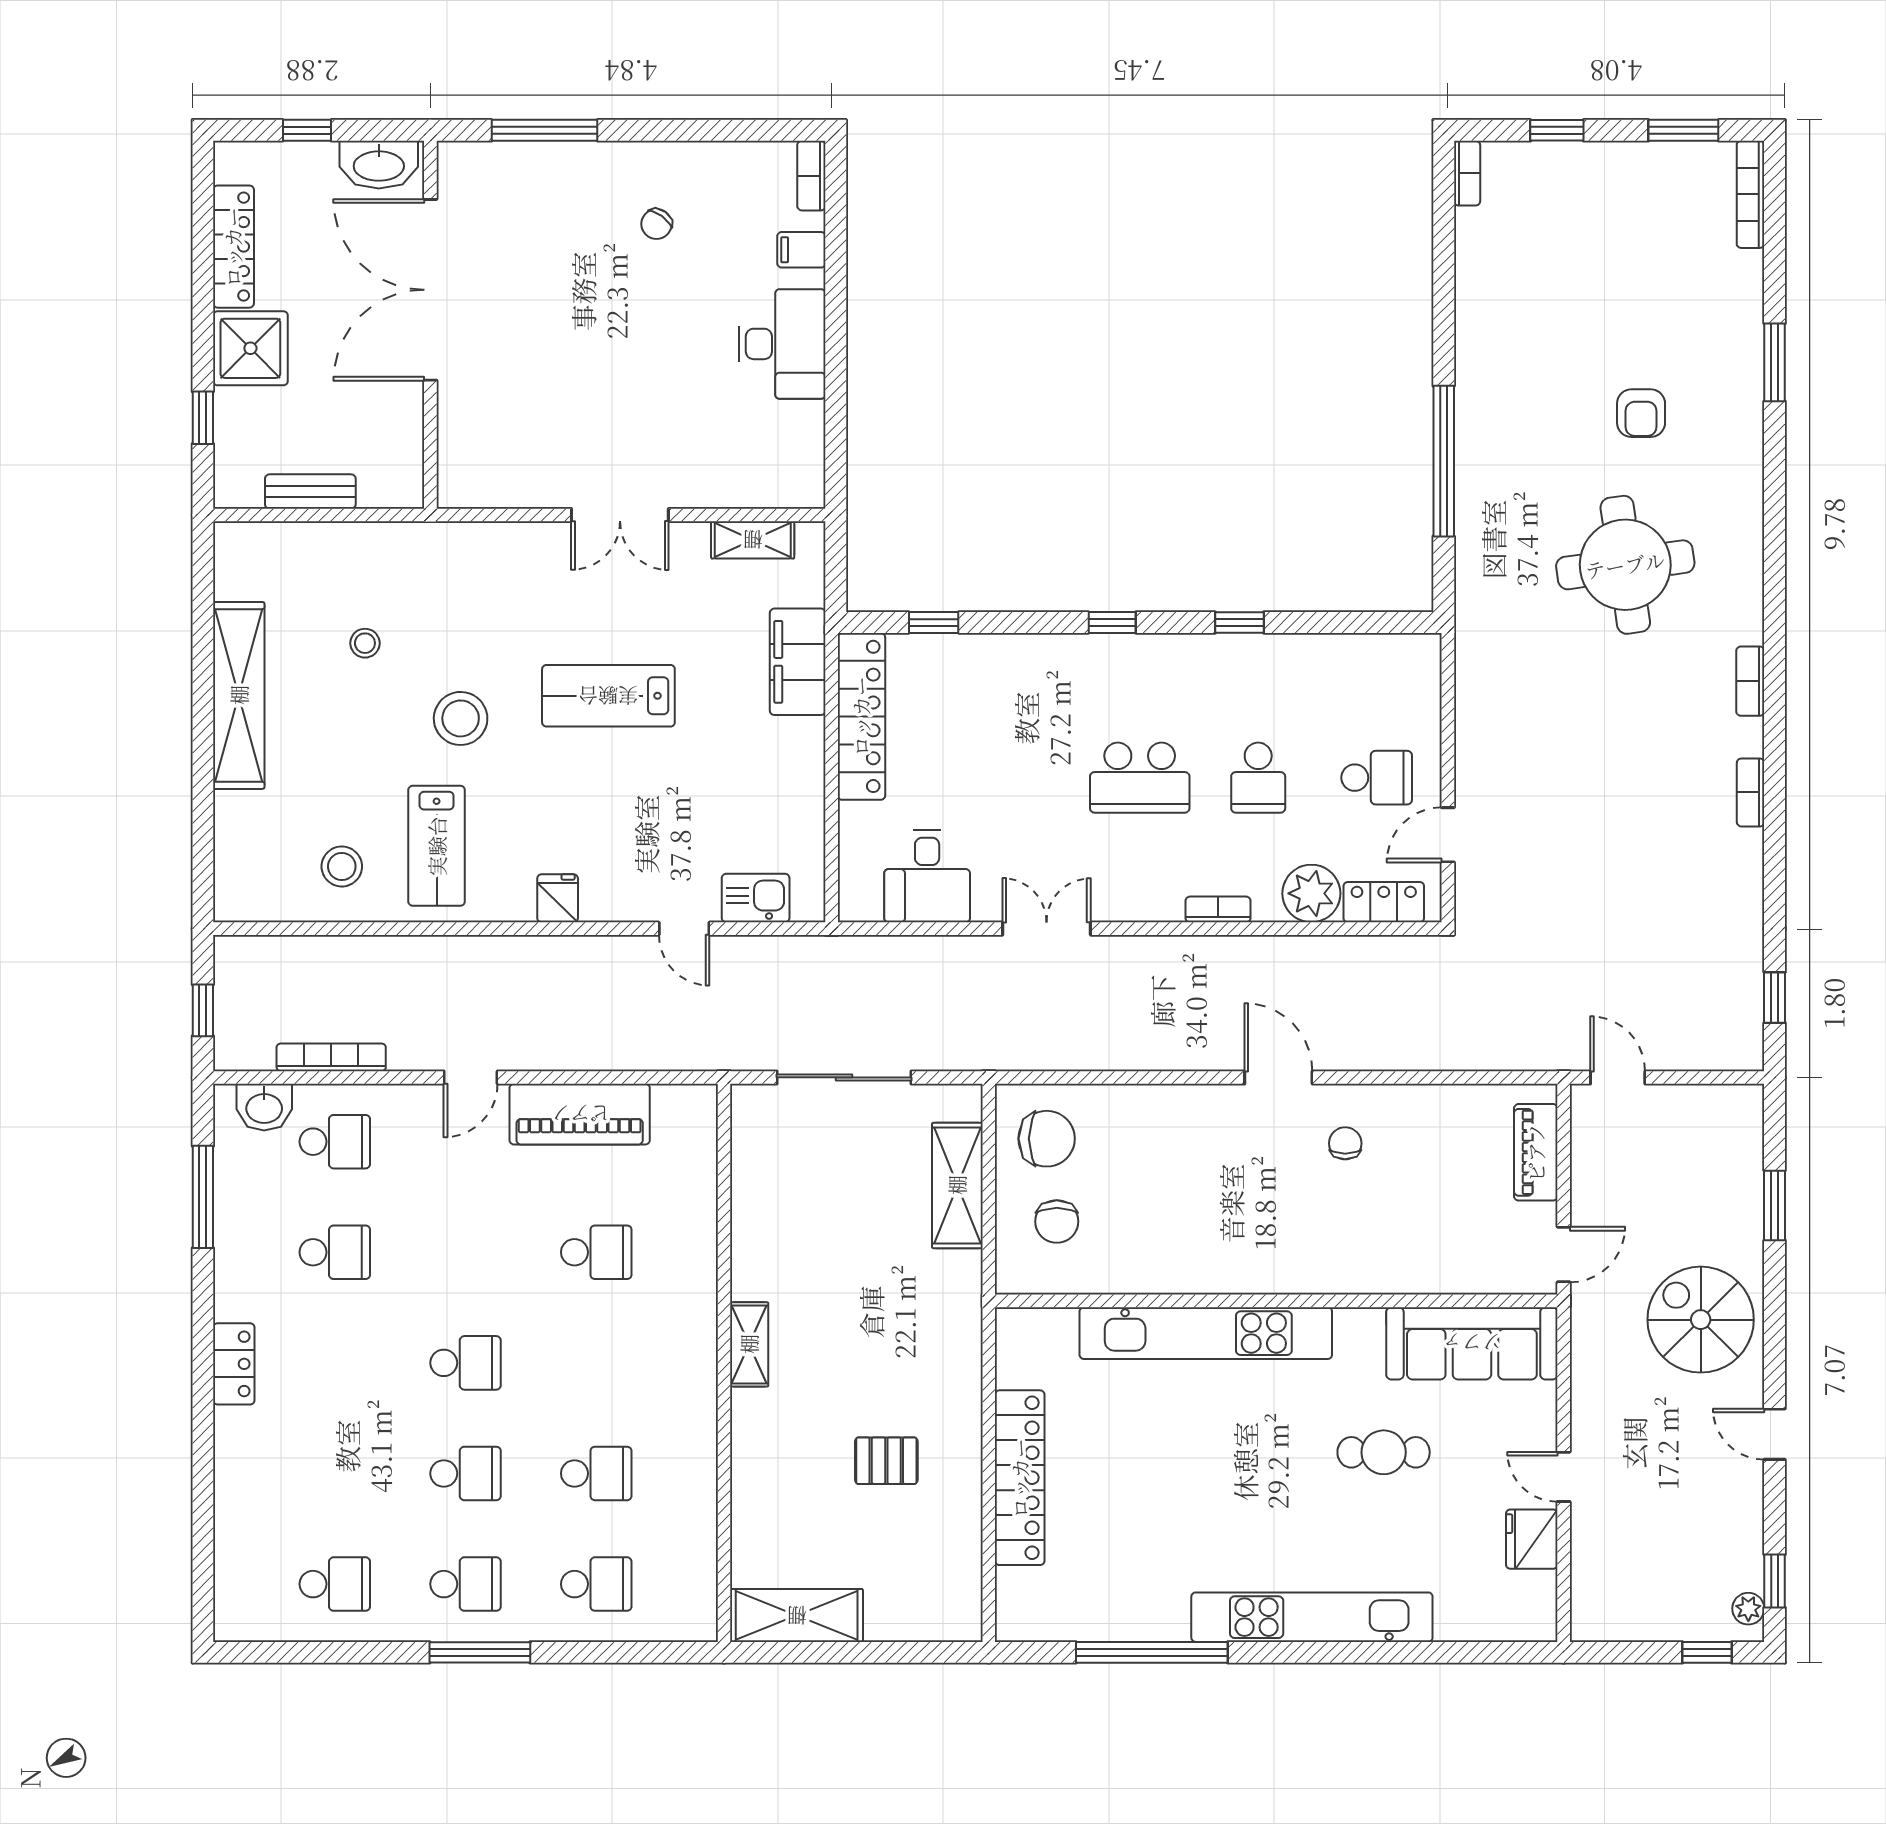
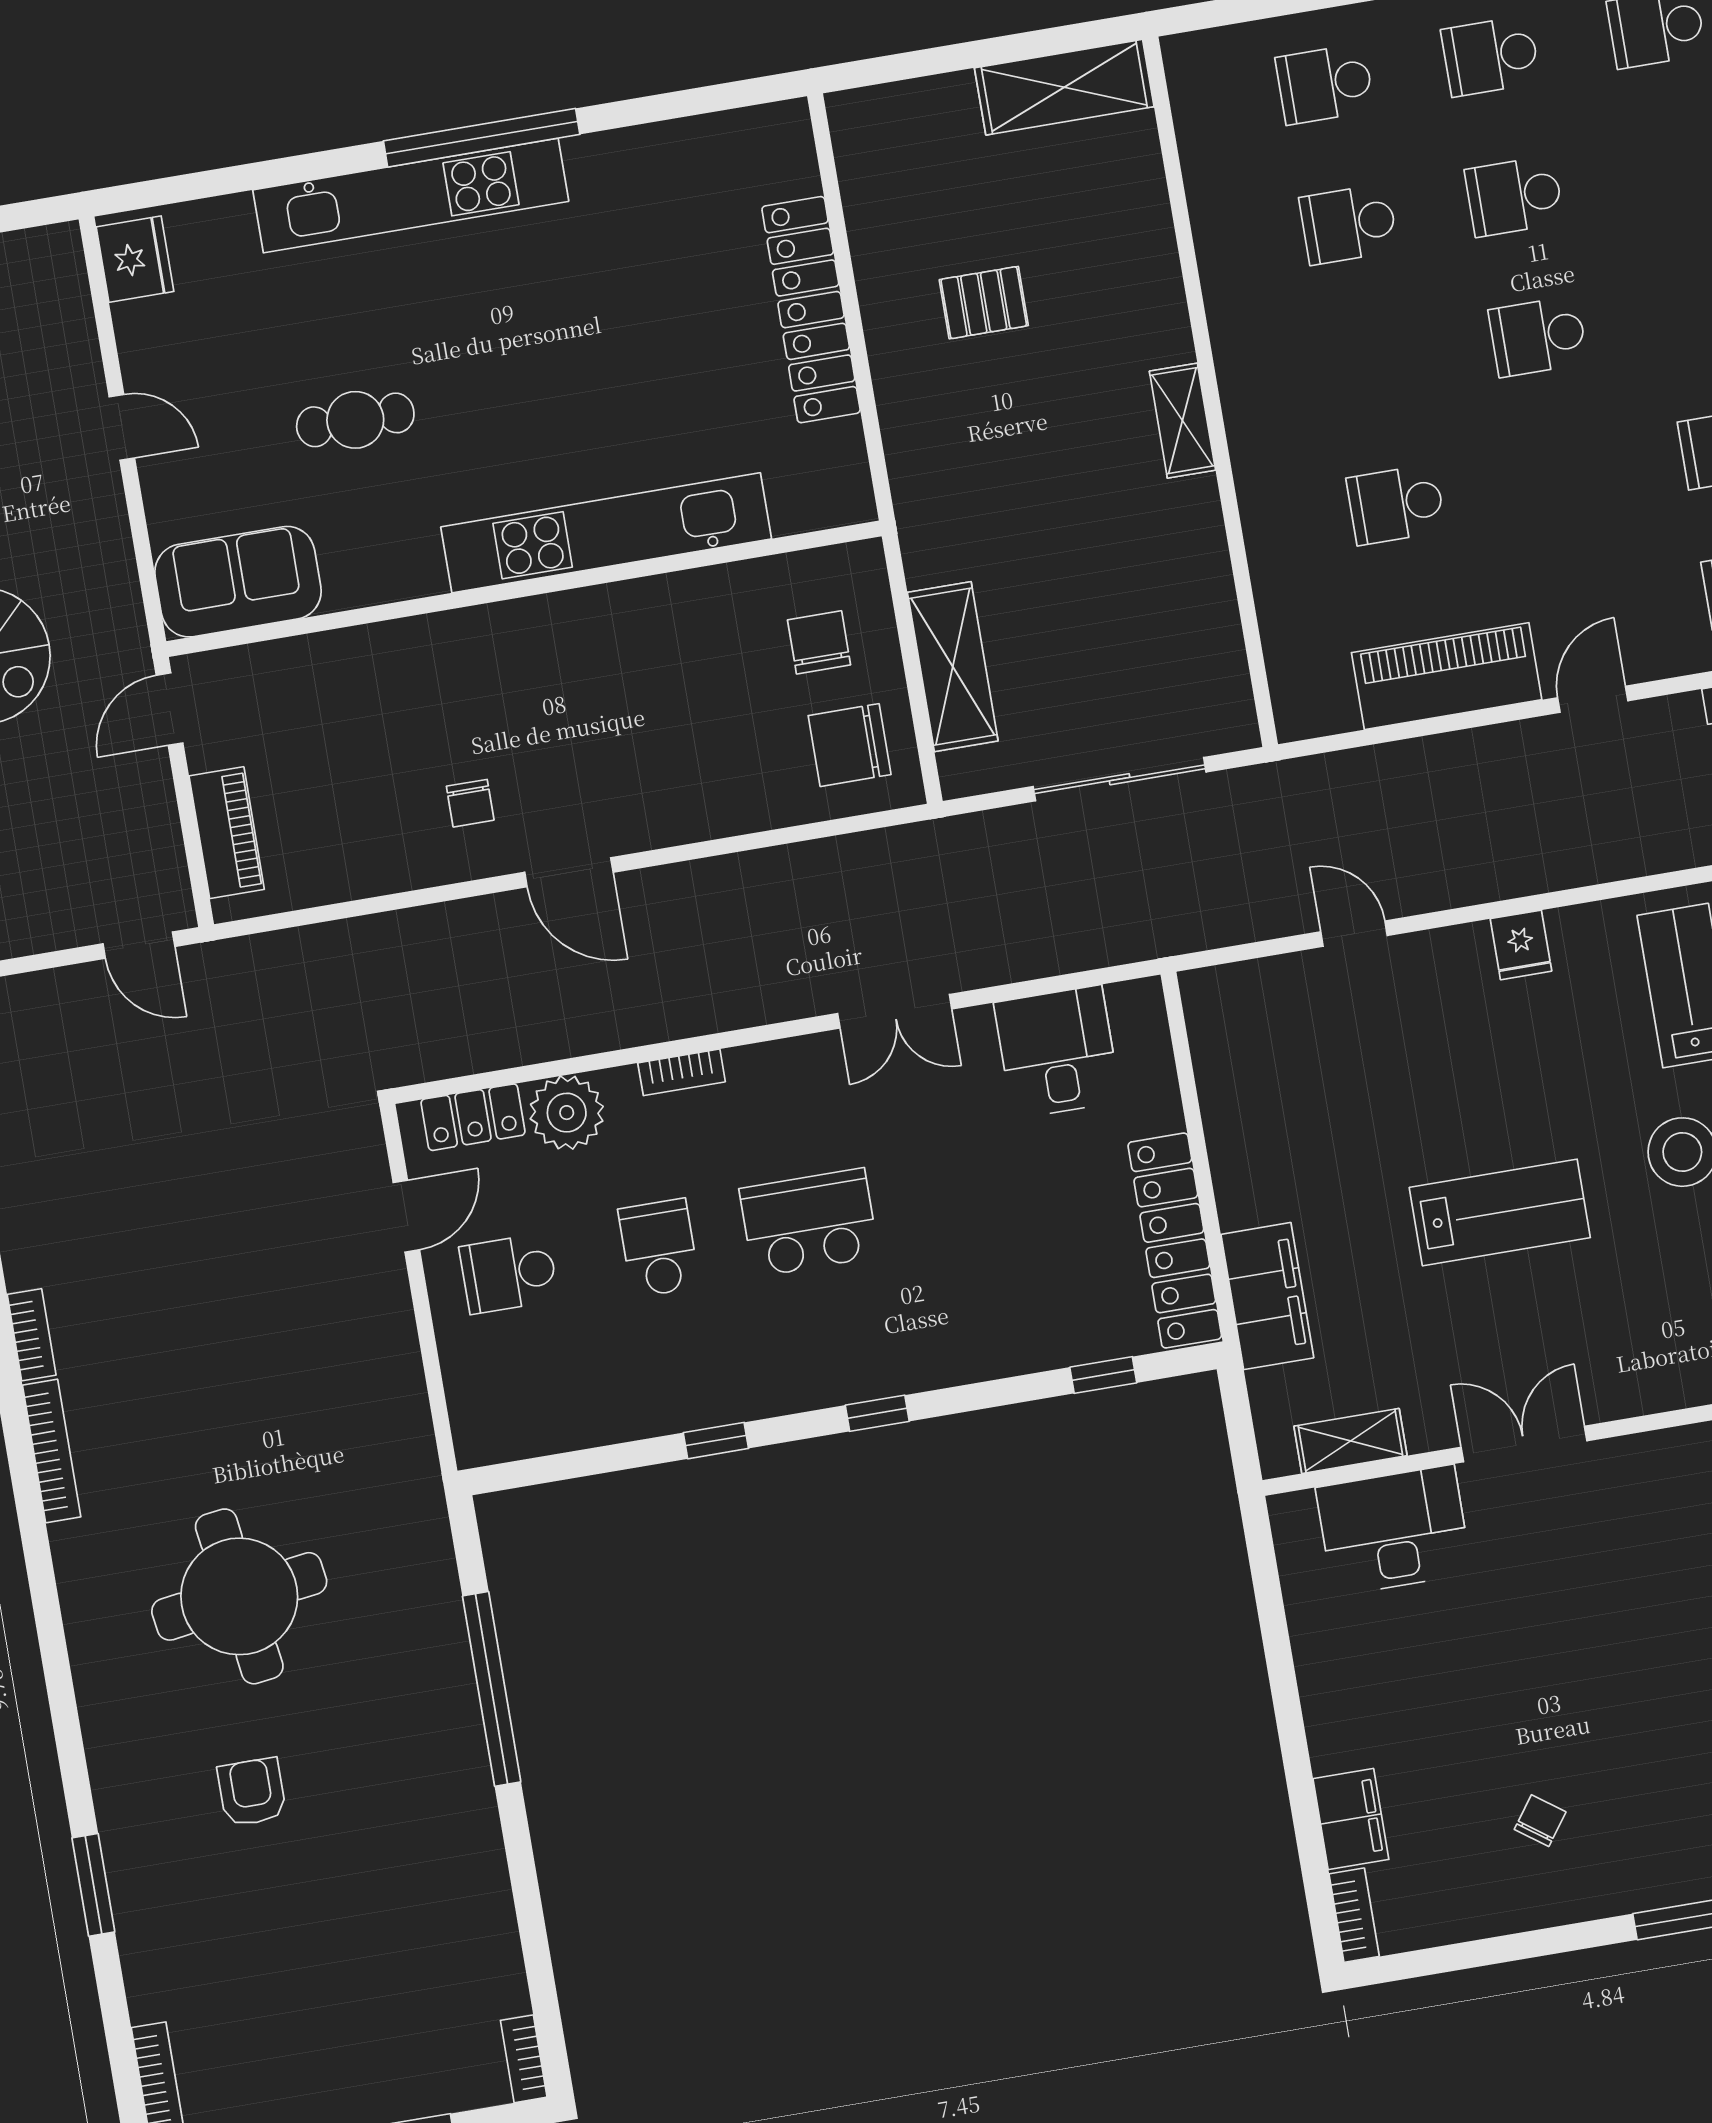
filing cabinet: (801, 250) -> (1351, 1819), width x2.00
desk: (782, 344) -> (1394, 1530), moved, turned 90
bookcase: (1750, 681) -> (52, 1451), width x1.56
kitchen sink: (756, 898) -> (1270, 988), removed
sofa: (1472, 1343) -> (238, 582), width x0.73
fridge: (1532, 1539) -> (135, 259), moved
window: (1152, 1652) -> (482, 138), moved

